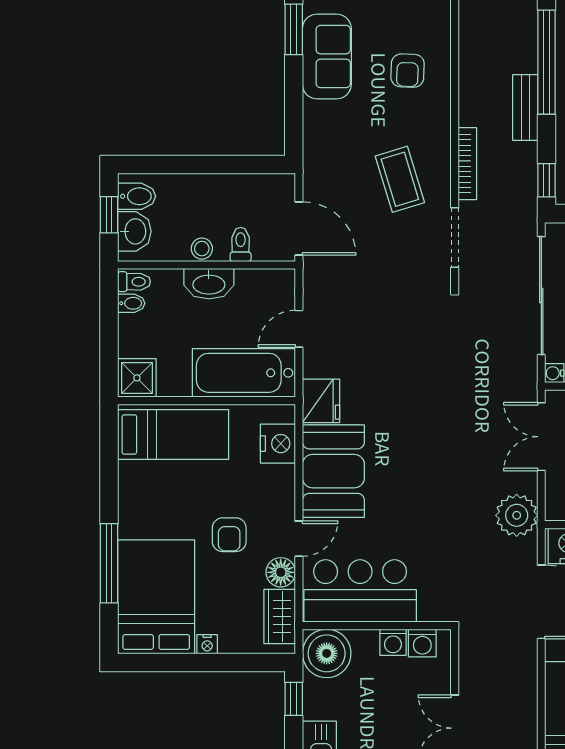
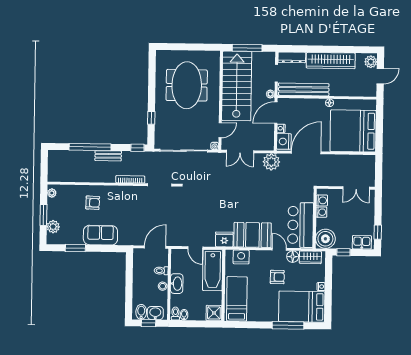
sofa: (327, 56) -> (100, 235), moved
coffee table: (400, 179) -> (136, 206), removed

